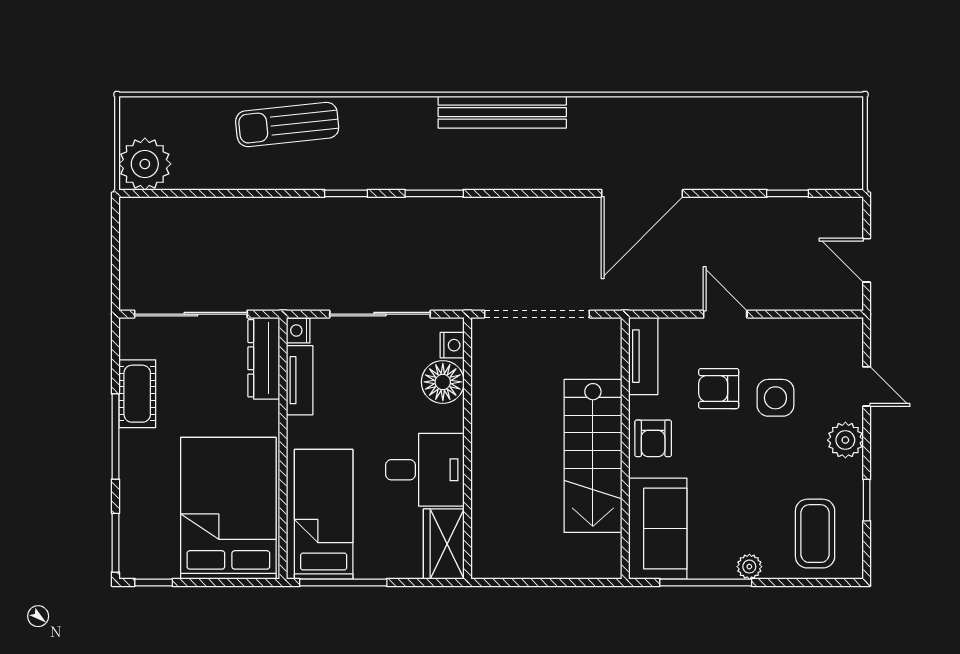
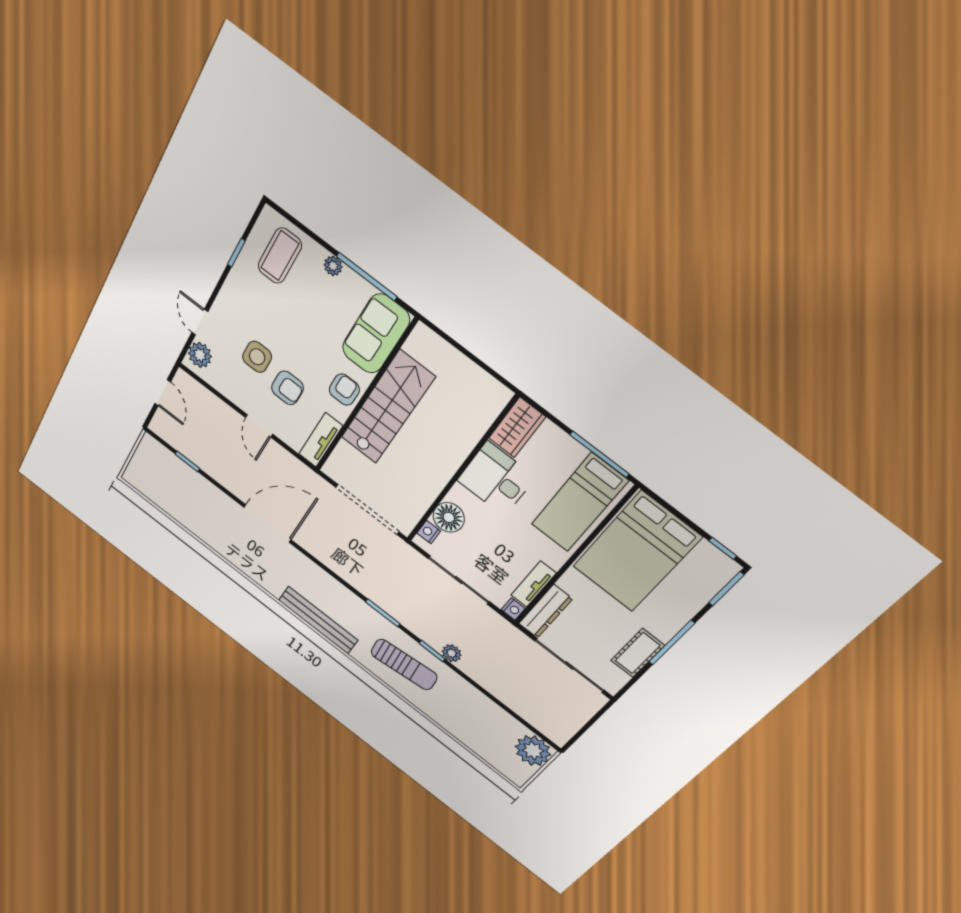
sun lounger: (287, 124) -> (404, 665), moved
plant: (323, 211) -> (452, 653), added
plant: (845, 440) -> (200, 355), moved

